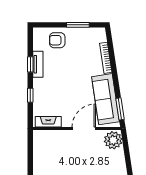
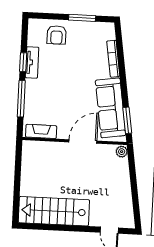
armchair: (57, 40) -> (57, 35), turned -90
window: (30, 95) -> (21, 99), width x2.17
plant: (113, 140) -> (122, 152), width x0.53, depth x0.53

